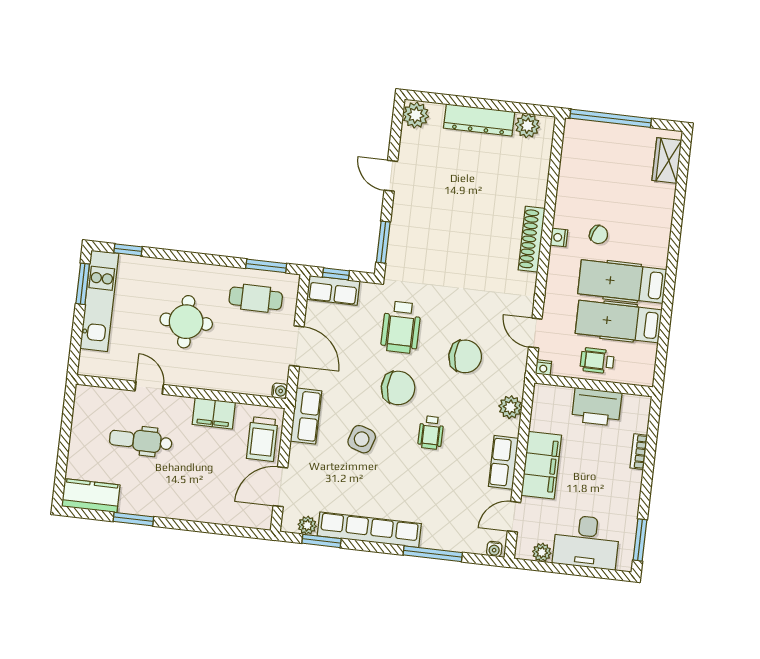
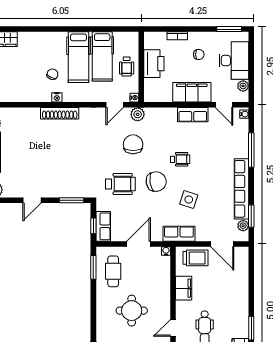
chair: (398, 388) -> (156, 182), turned 81
plant: (510, 407) -> (138, 114), moved
chair: (603, 484) -> (199, 54), added

